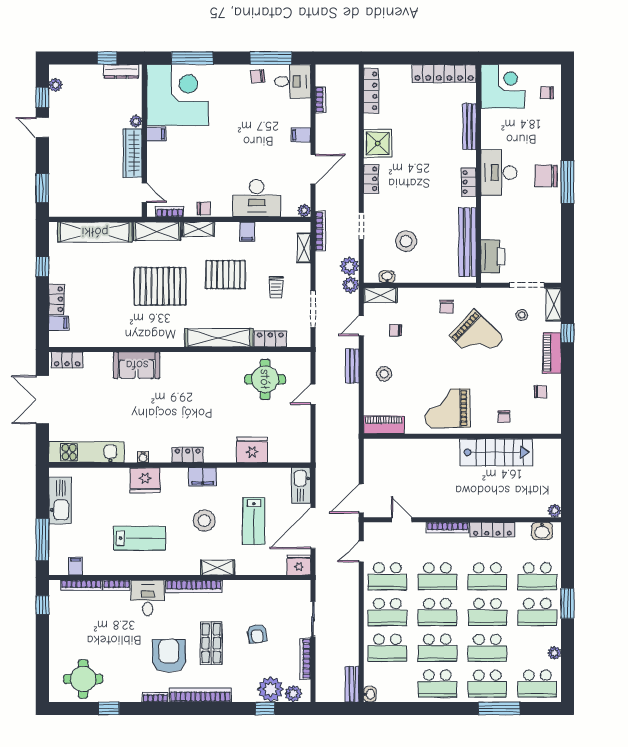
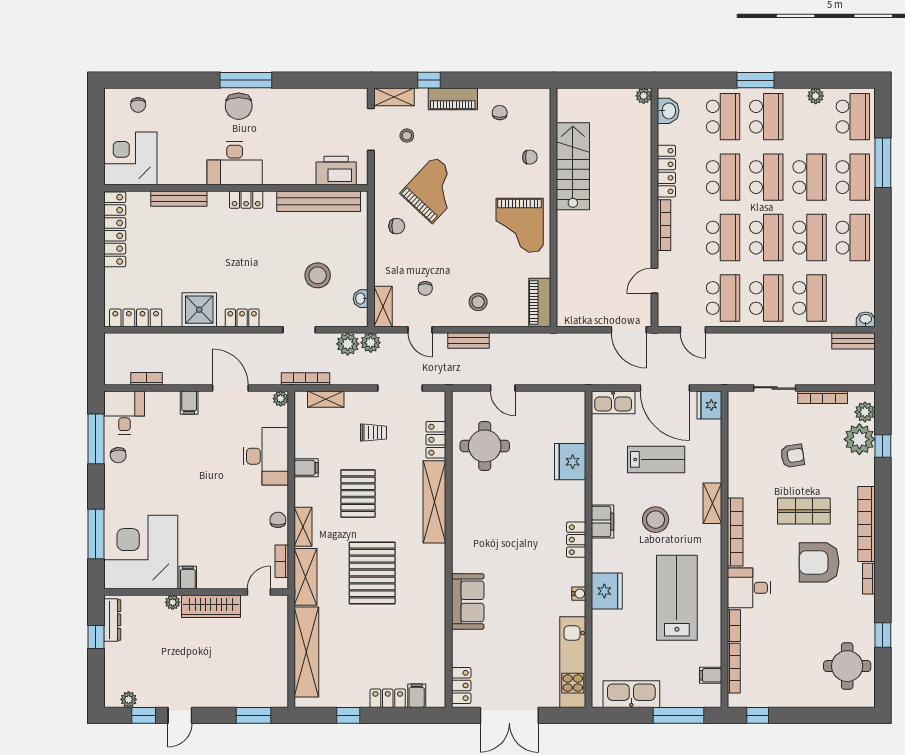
lab bench: (140, 538) -> (677, 598), width x1.36, depth x1.39

